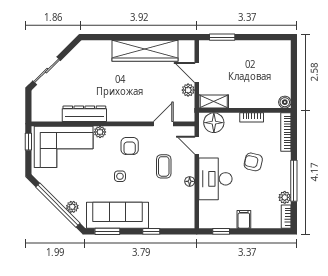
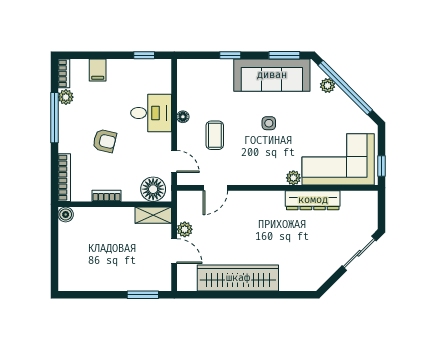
armchair: (130, 146) -> (257, 160), removed
desk: (215, 179) -> (151, 113), width x0.73
filing cabinet: (244, 219) -> (98, 70), moved

